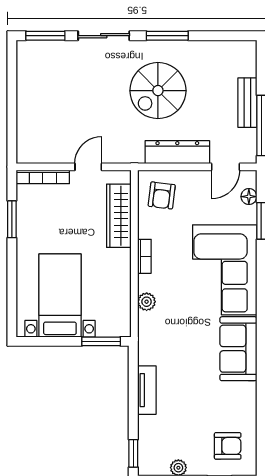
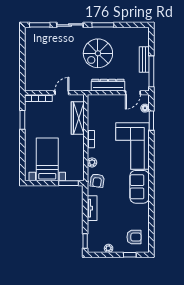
armchair: (162, 195) -> (97, 181), moved

